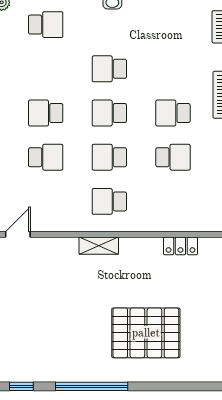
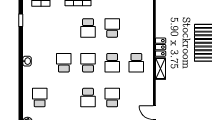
school desk: (109, 69) -> (64, 63), turned 180
school desk: (109, 113) -> (88, 63), turned 180
locker: (180, 246) -> (161, 47), moved

